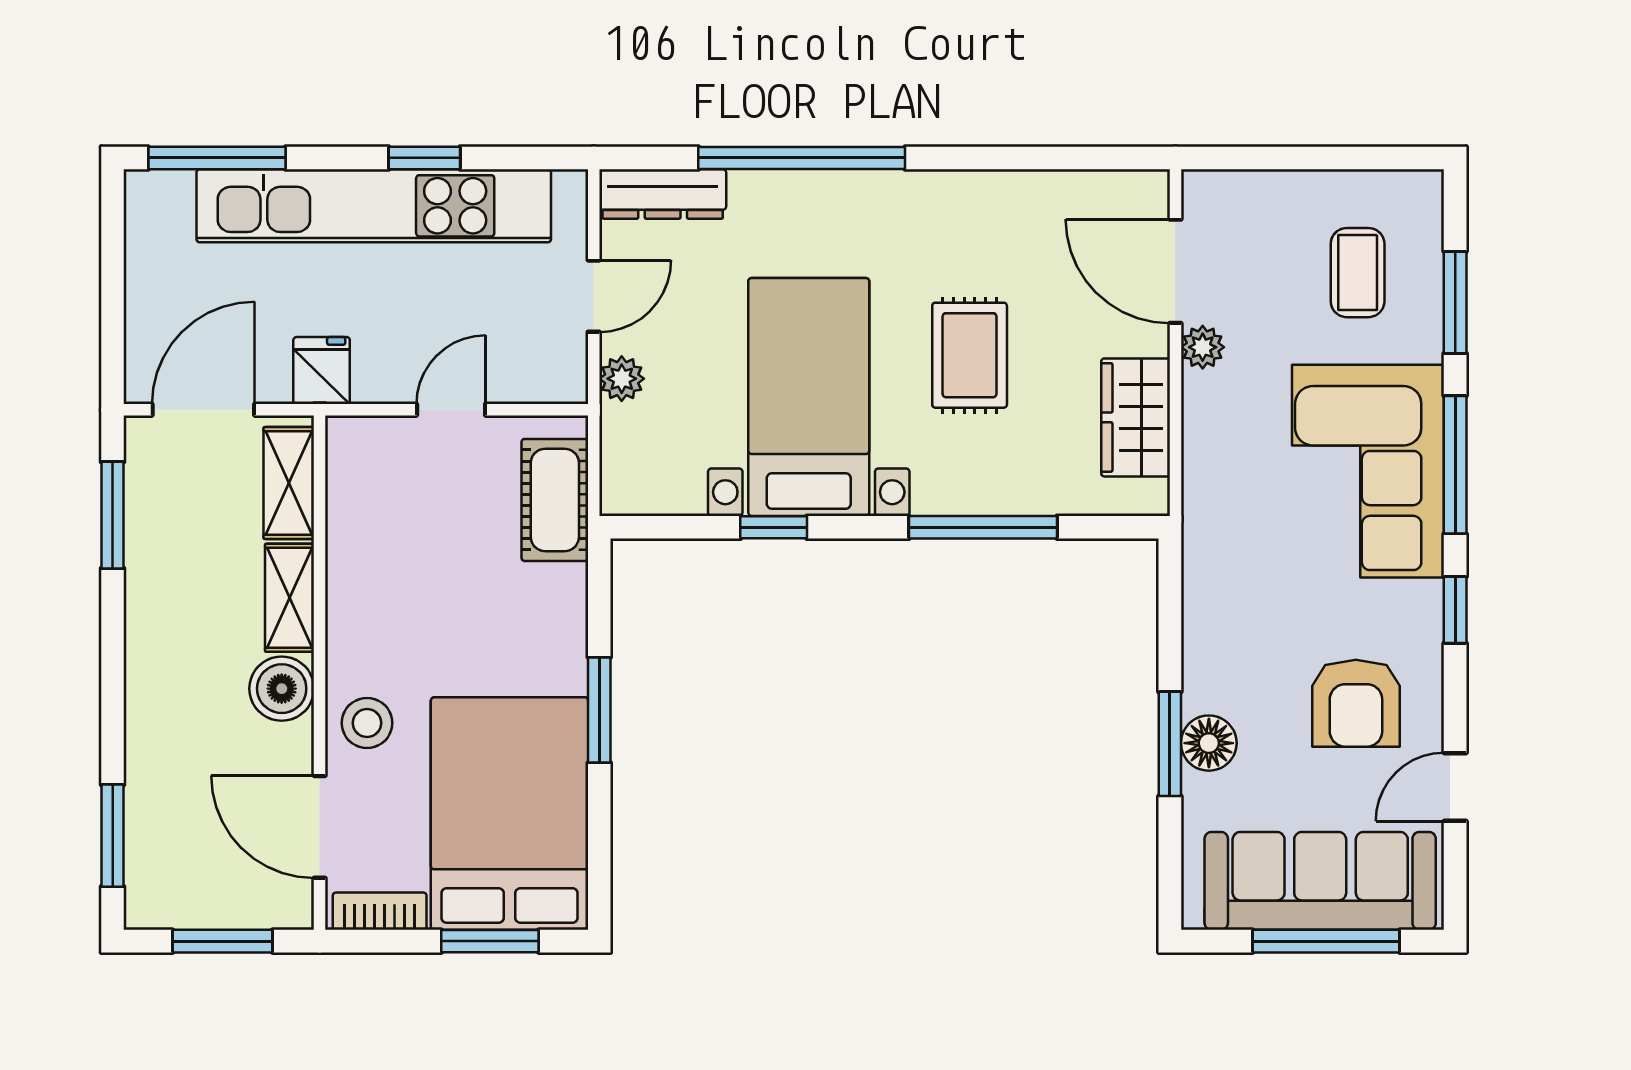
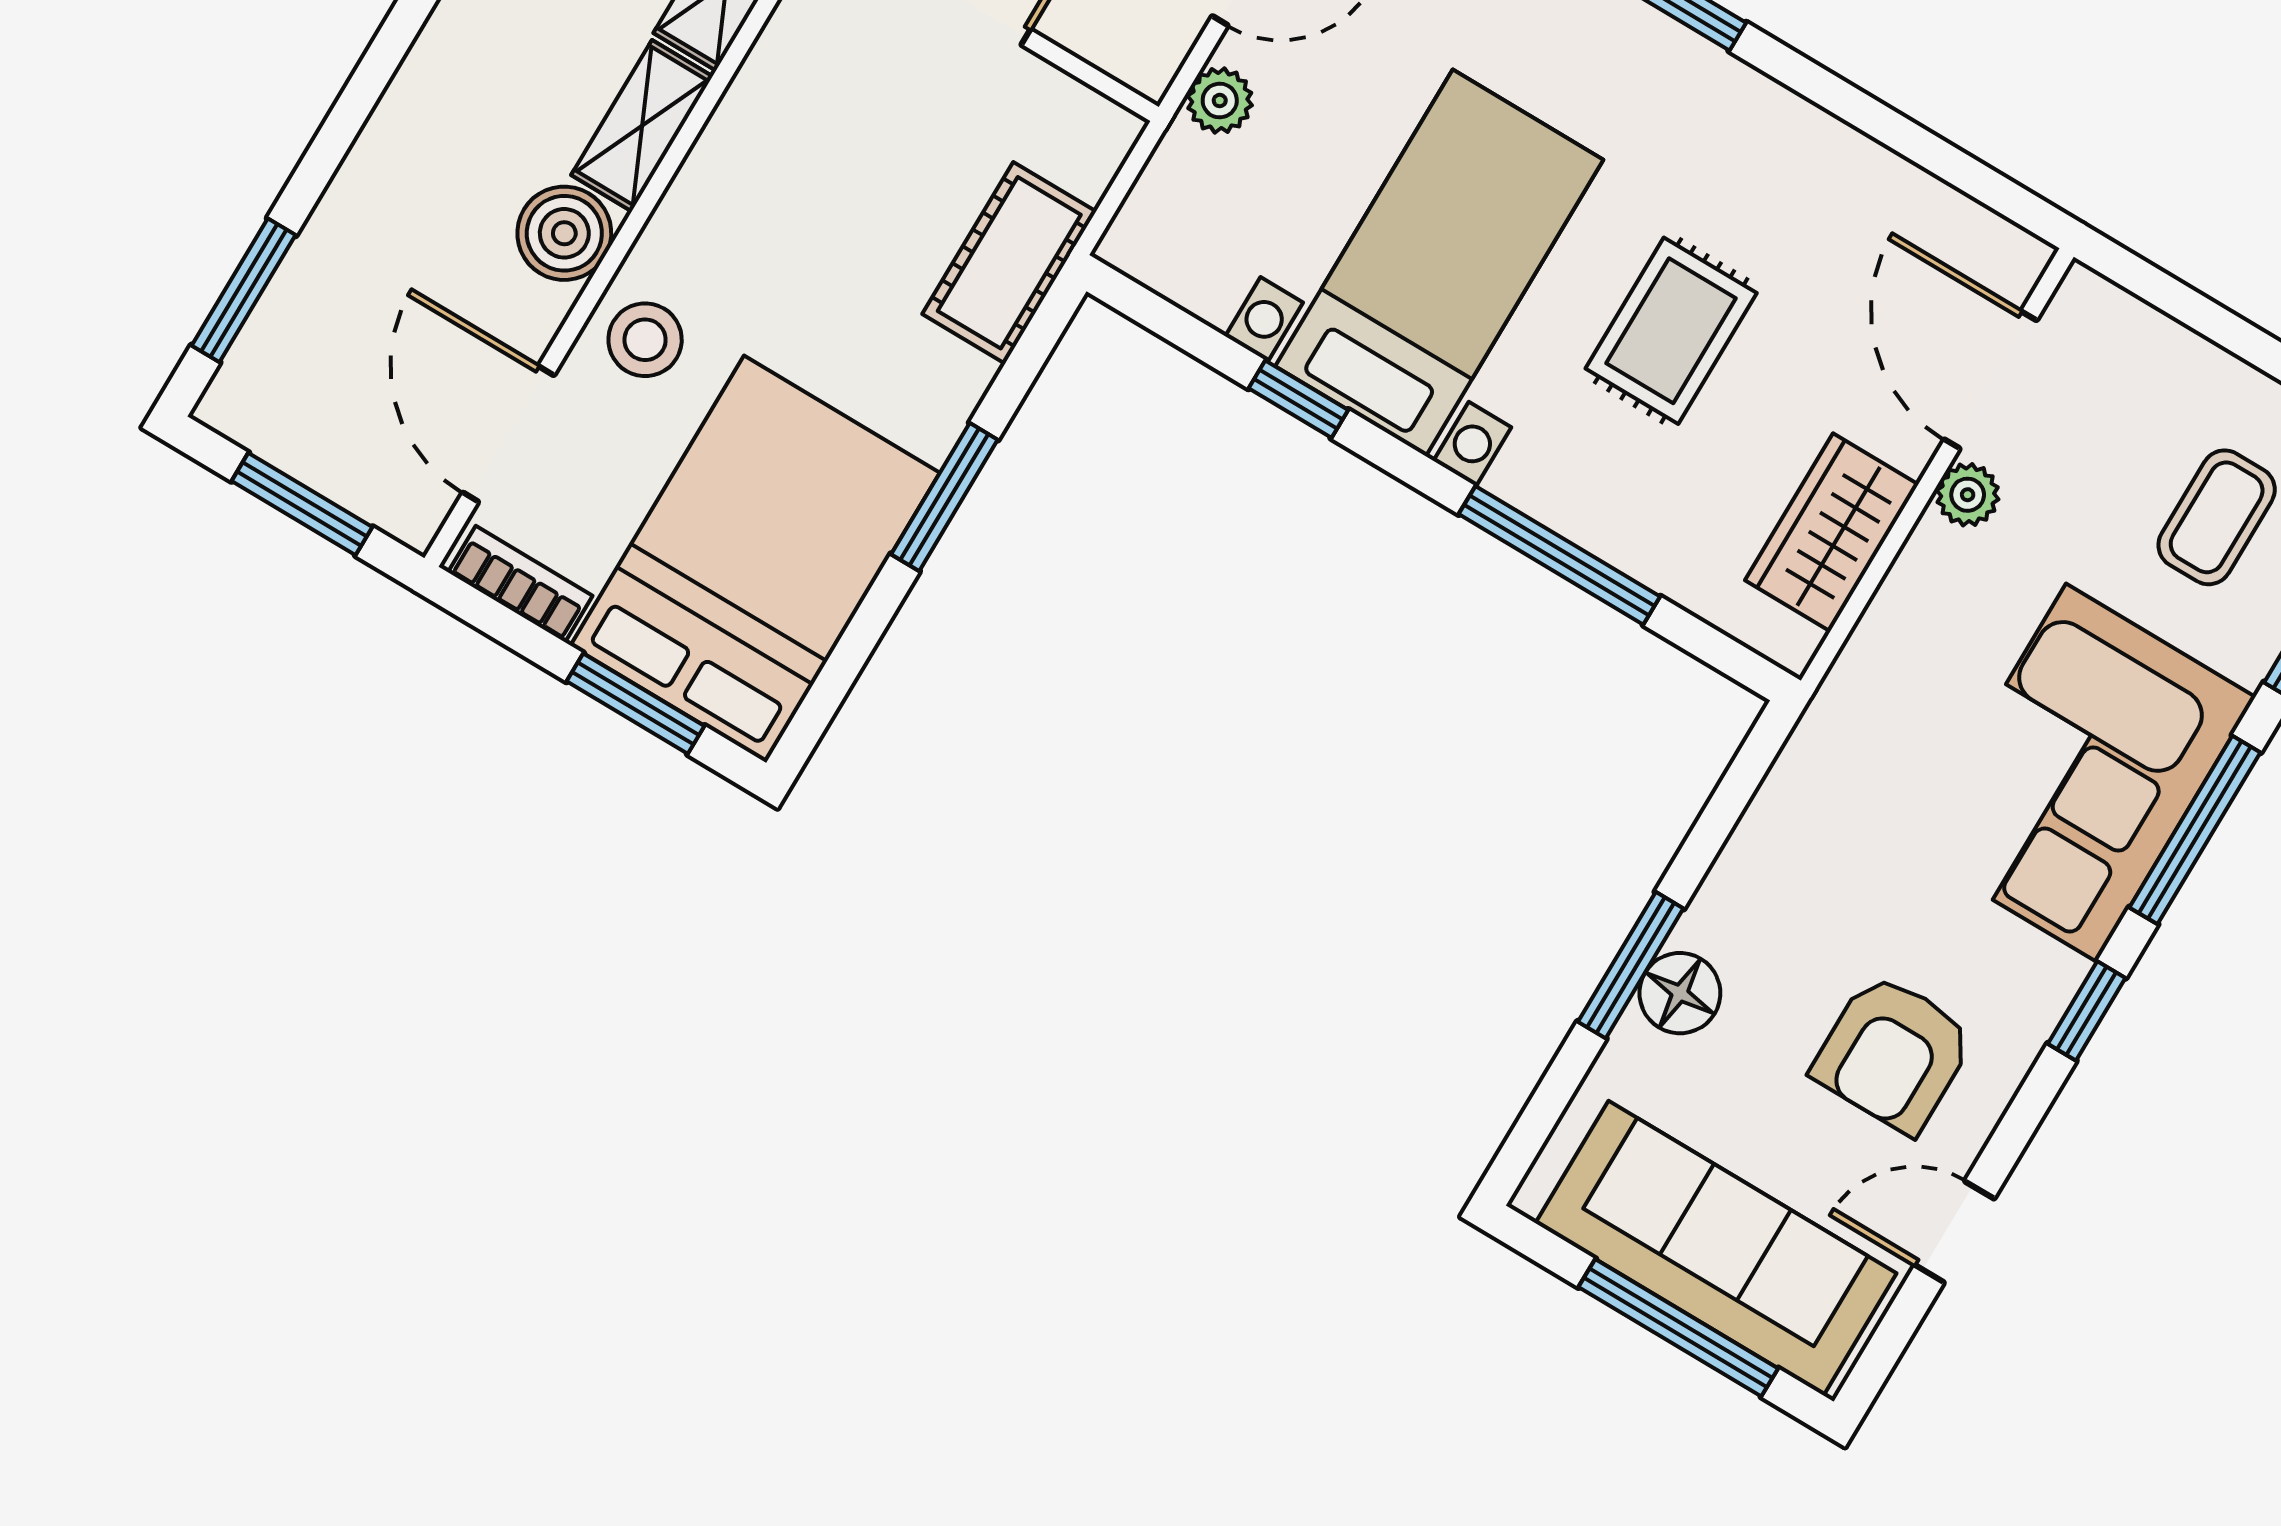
cot: (555, 500) -> (1009, 263), moved

